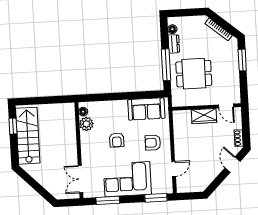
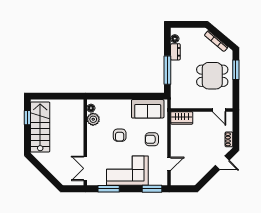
dining table: (194, 74) -> (212, 76), moved
wardrobe: (204, 116) -> (182, 118), moved
door: (233, 165) -> (222, 163), swing flipped

